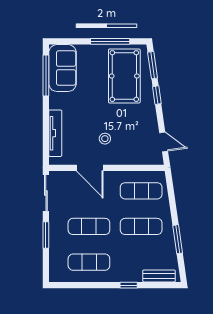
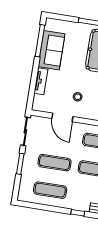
sofa: (62, 68) -> (52, 50), moved
tv unit: (55, 133) -> (41, 81), width x0.71

